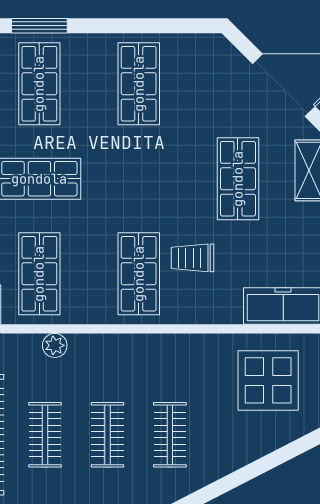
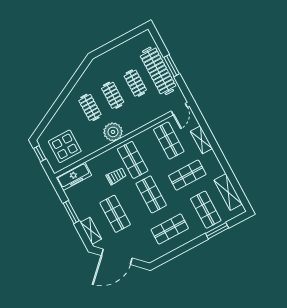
shop shelf: (139, 84) -> (170, 229), turned 90
shop shelf: (139, 179) -> (151, 194), added
plant: (55, 345) -> (113, 132), moved, width x1.88, depth x1.88

